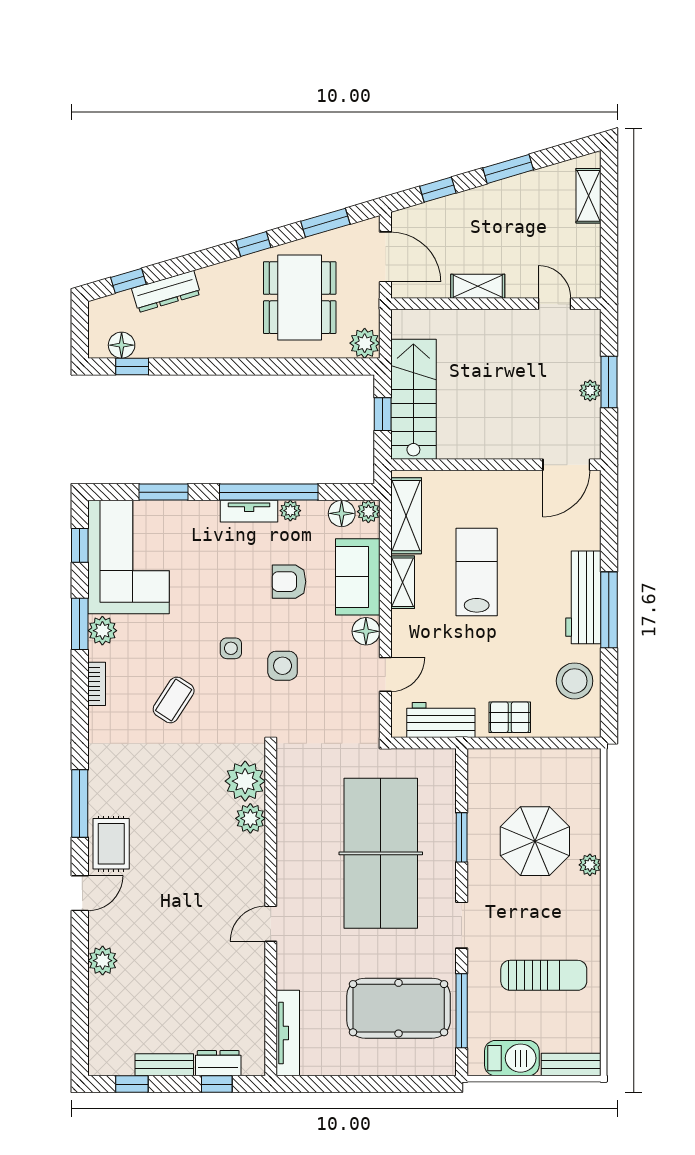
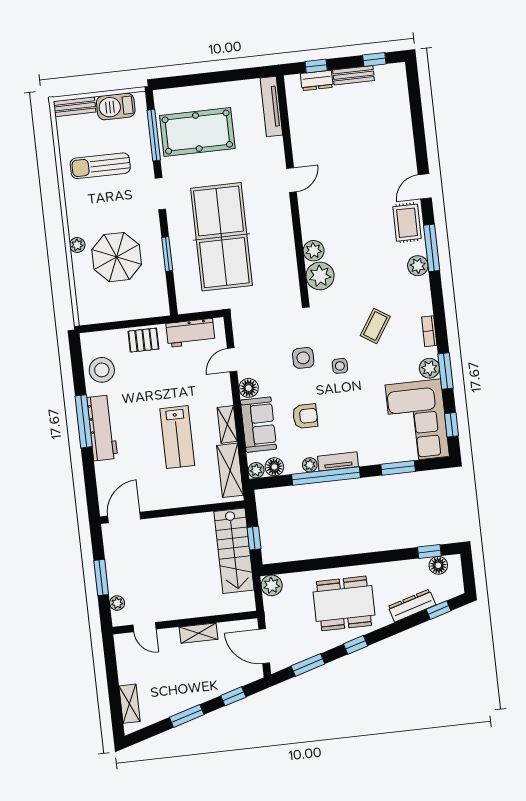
dining table: (300, 298) -> (344, 603), moved, turned 90
plant: (590, 391) -> (117, 603), moved
plant: (103, 961) -> (418, 266), moved

